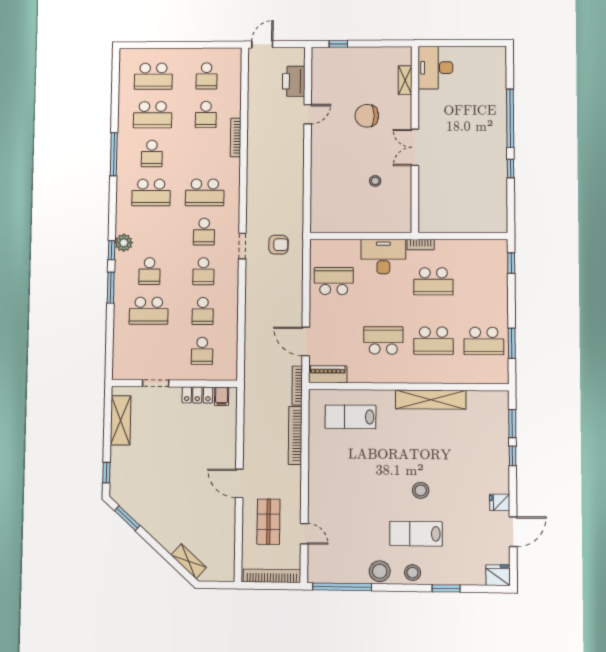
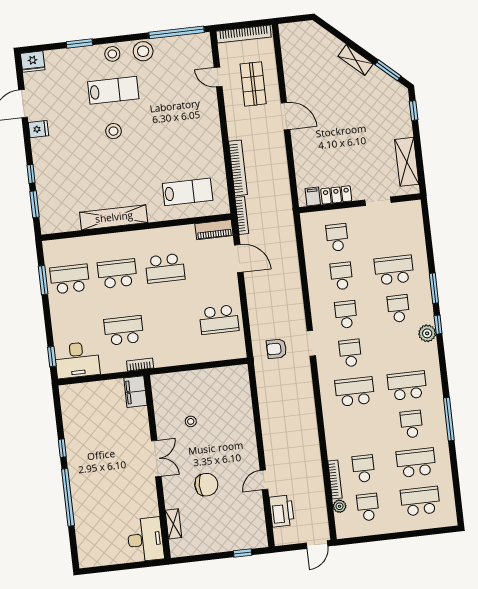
plant: (235, 80) -> (340, 506), added
bookcase: (236, 137) -> (335, 479), moved
filing cabinet: (429, 217) -> (135, 392), added
desk: (383, 256) -> (77, 360), moved
shelving: (189, 561) -> (356, 60), moved

